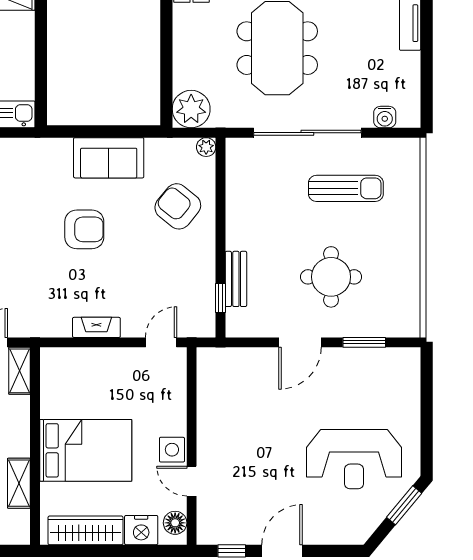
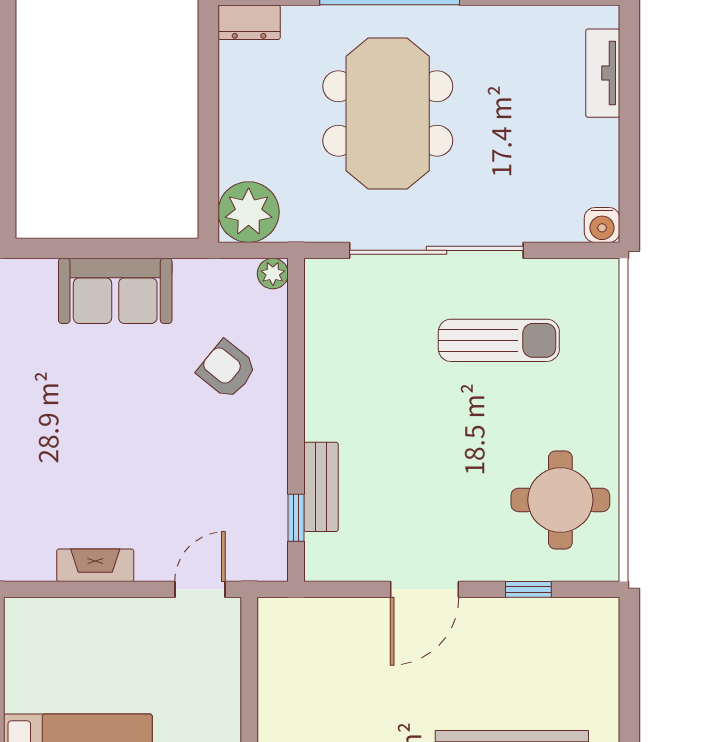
water cooler: (385, 117) -> (602, 225), moved
armchair: (178, 206) -> (227, 370), width x0.72, depth x0.72
armchair: (84, 229) -> (76, 407), removed
round table: (331, 277) -> (560, 500), moved
window: (364, 342) -> (528, 589), width x0.67

